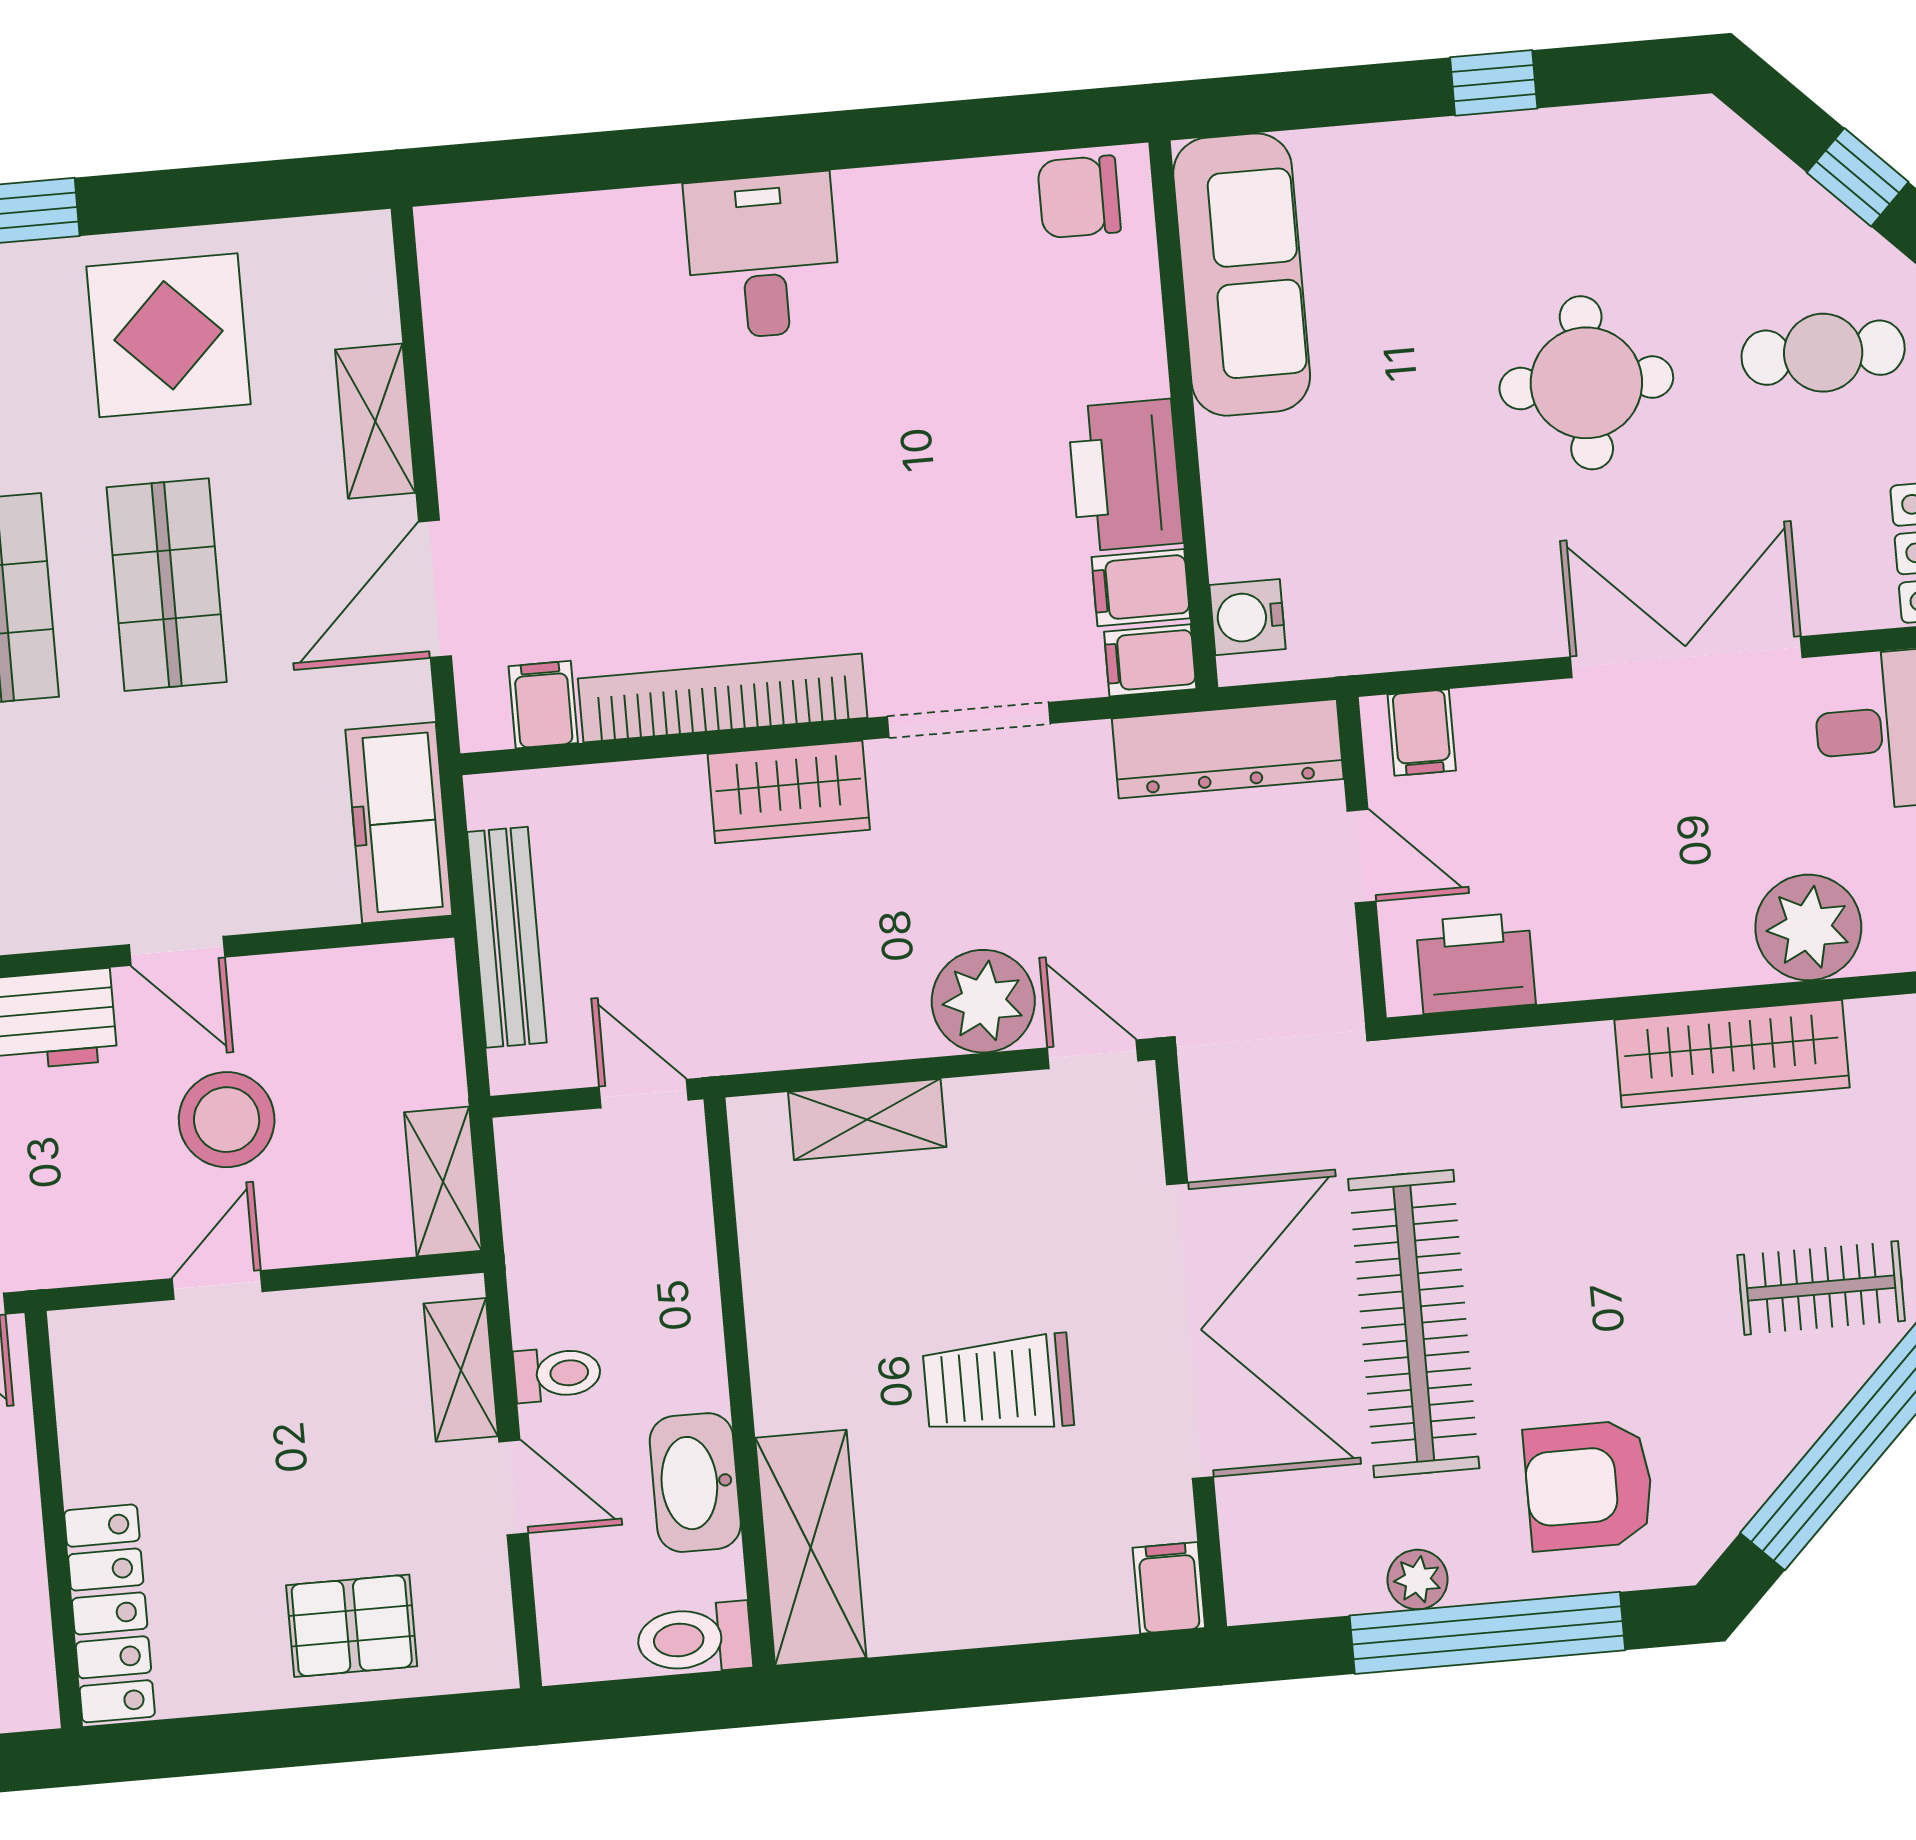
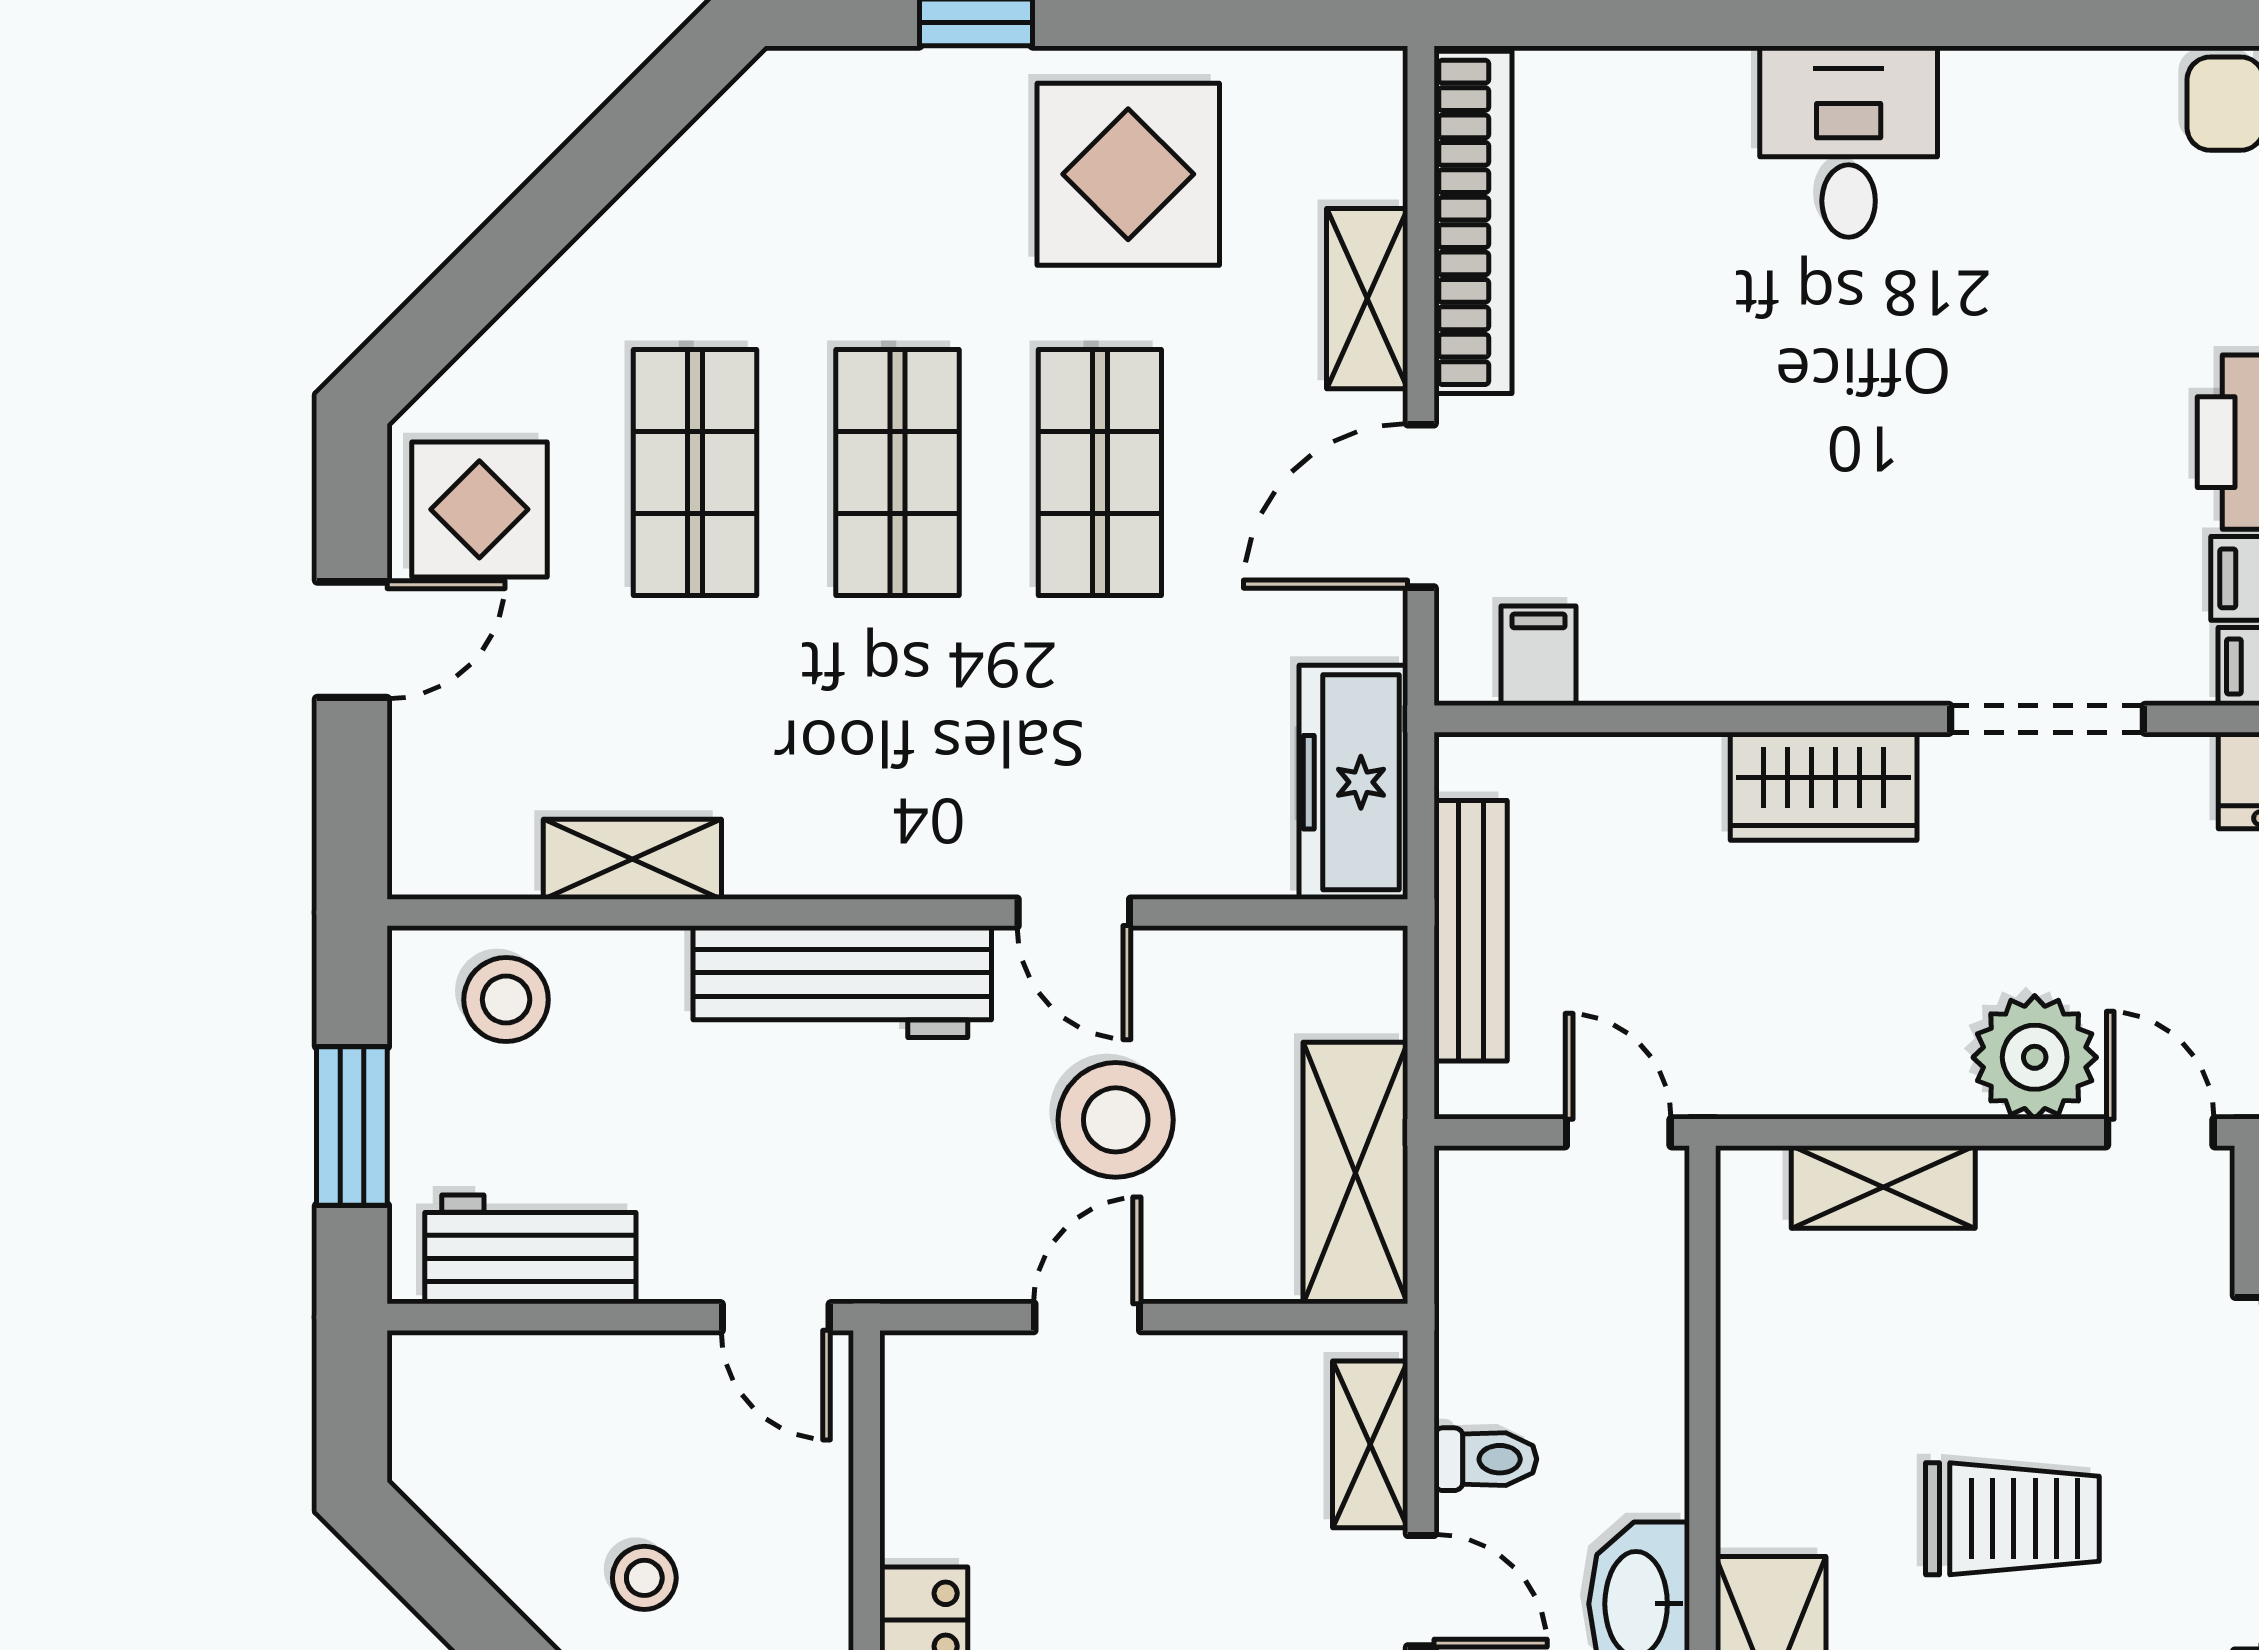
bookcase: (723, 698) -> (1473, 222), moved, turned 90
shelving: (443, 1181) -> (1355, 1173), width x1.50, depth x1.33
trolley: (998, 1385) -> (2012, 1519), turned 180

